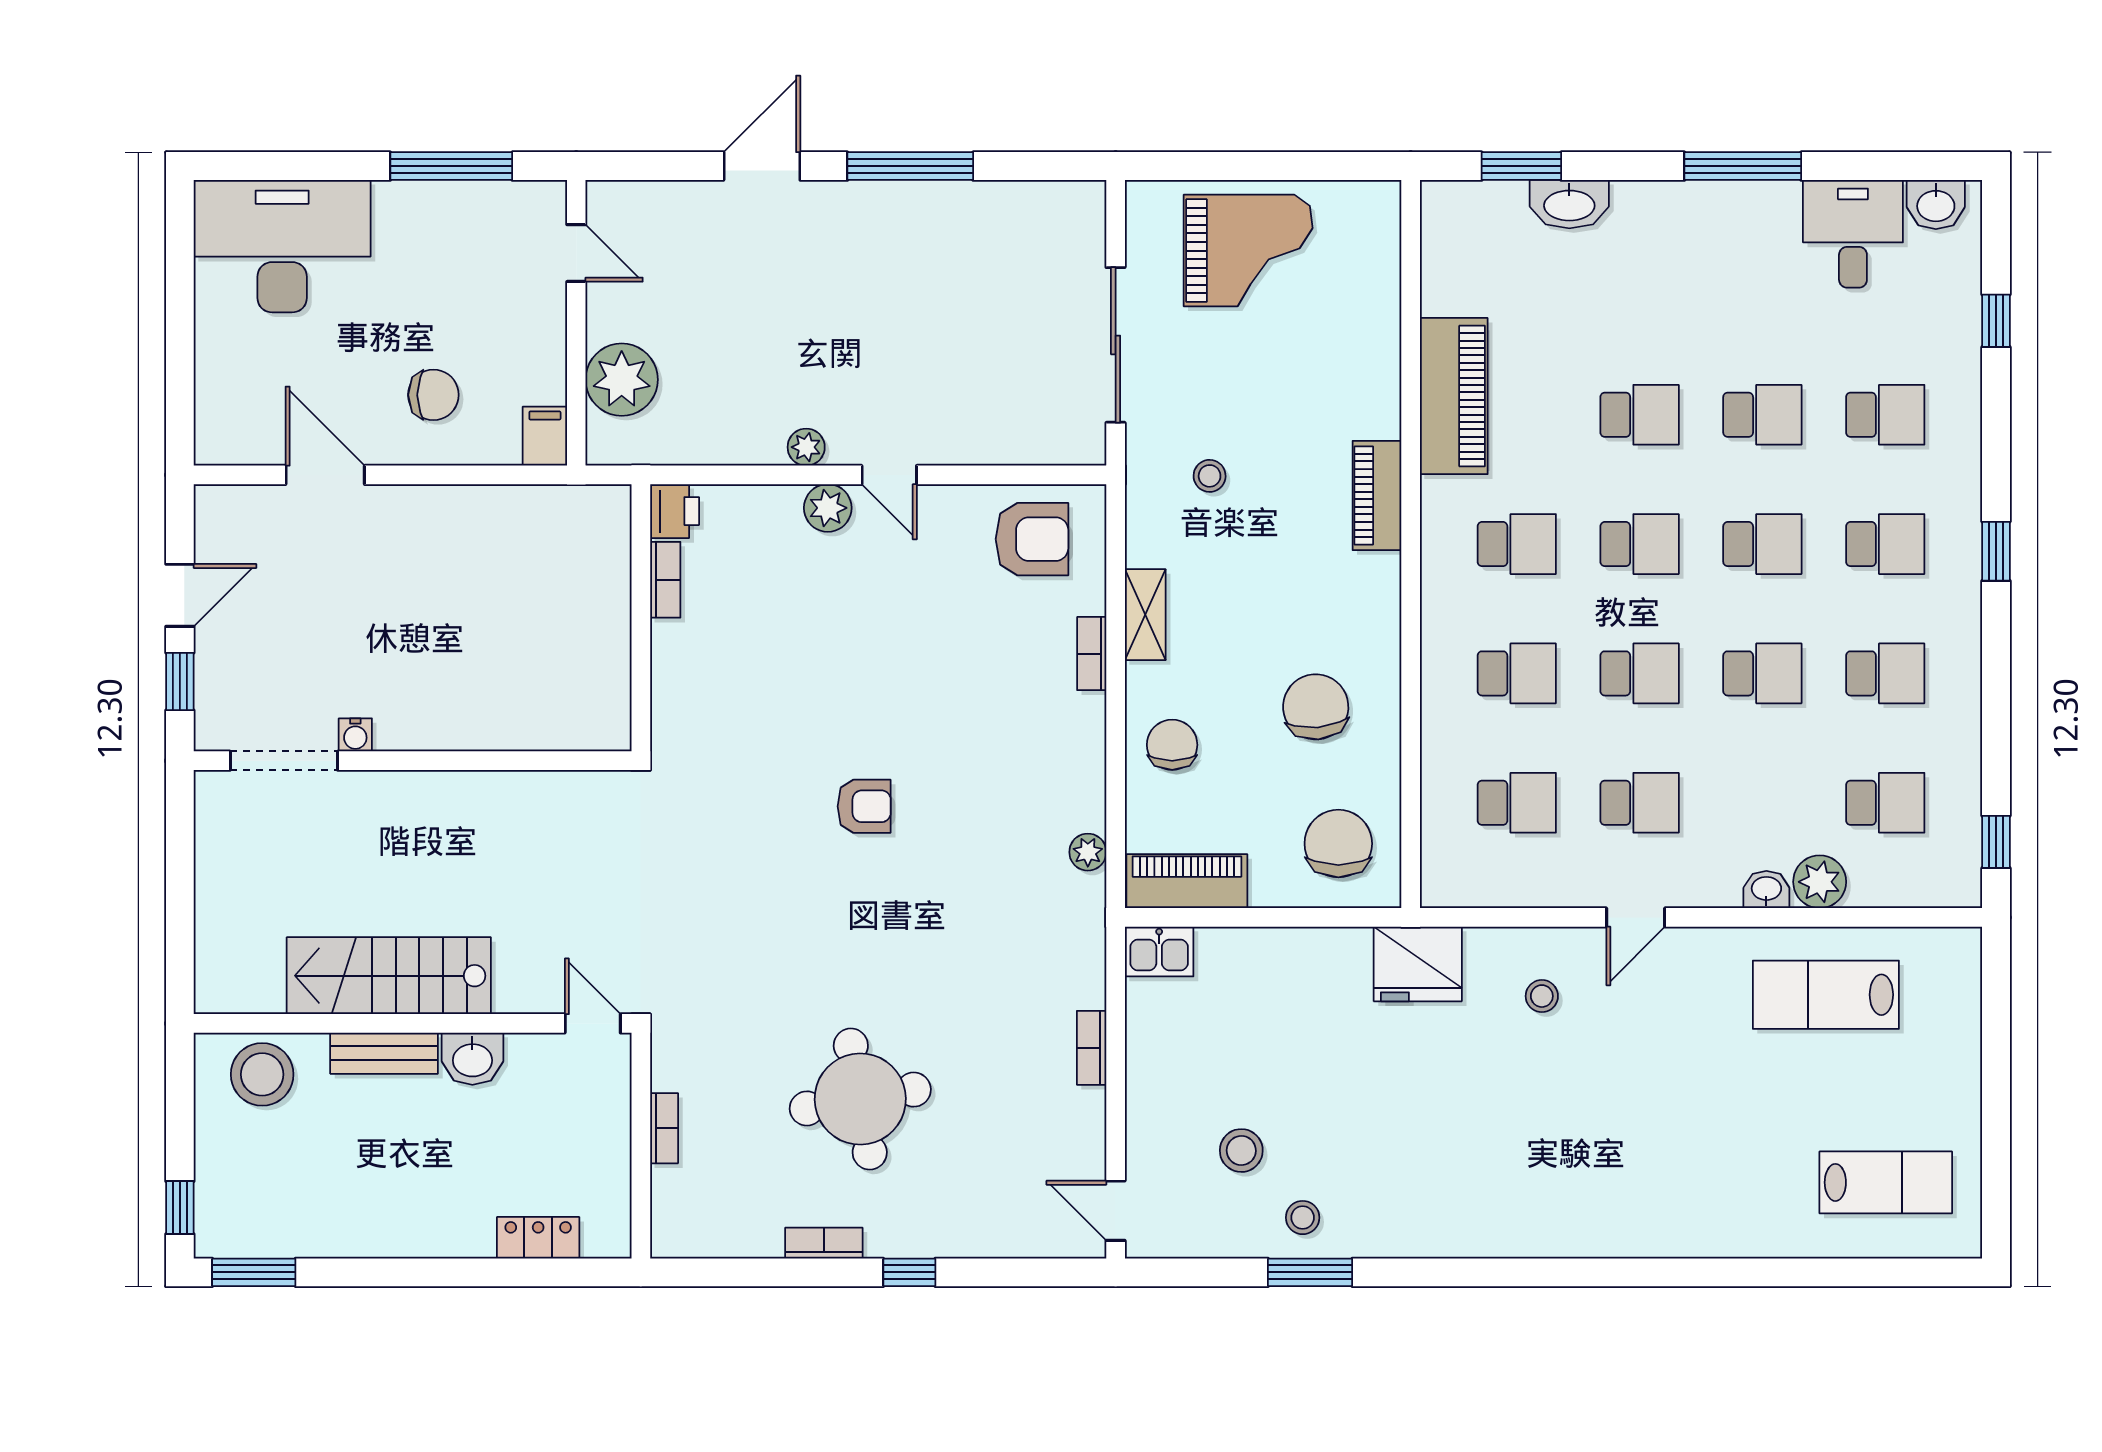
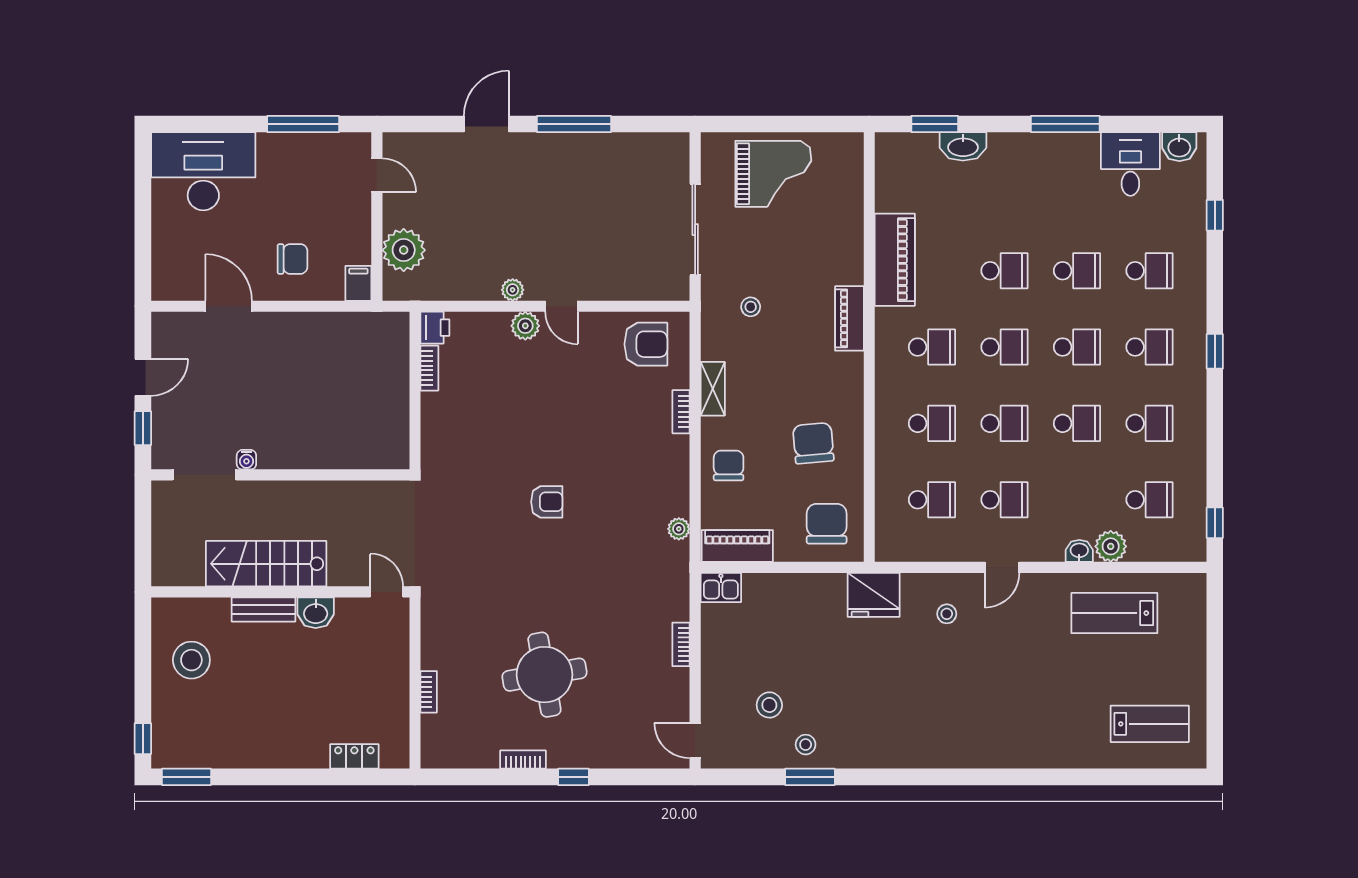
stairs: (389, 976) -> (266, 564), moved
wall: (413, 1023) -> (280, 592), moved
door: (593, 1023) -> (387, 592), moved
bench: (384, 1053) -> (263, 609), moved
washbasin: (472, 1059) -> (316, 613), moved

